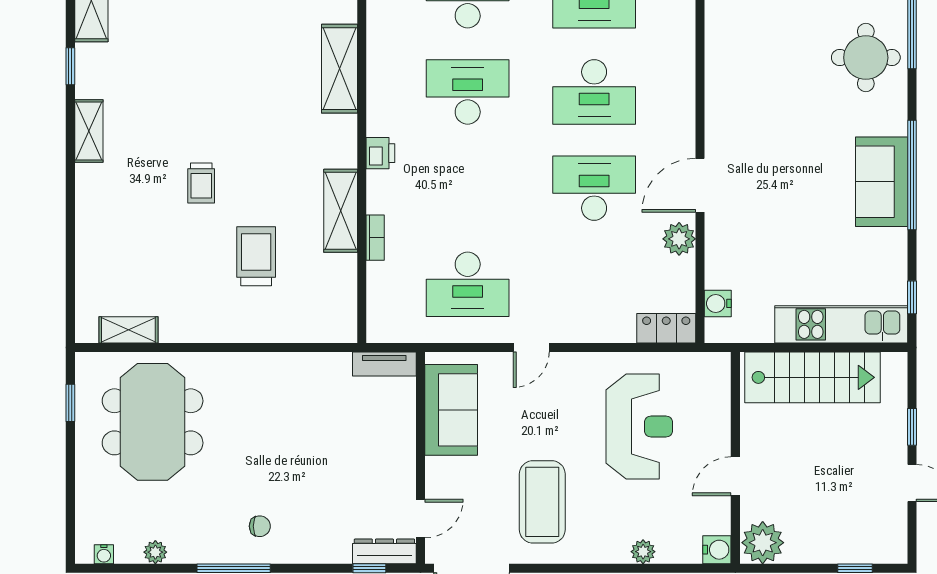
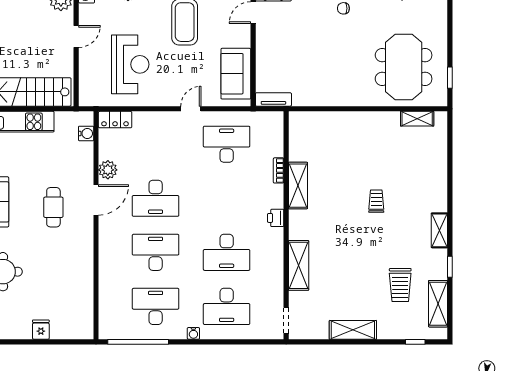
cafe table: (776, 172) -> (53, 207), added
trolley: (256, 256) -> (400, 285), moved
reception desk: (639, 426) -> (130, 64), turned 180

